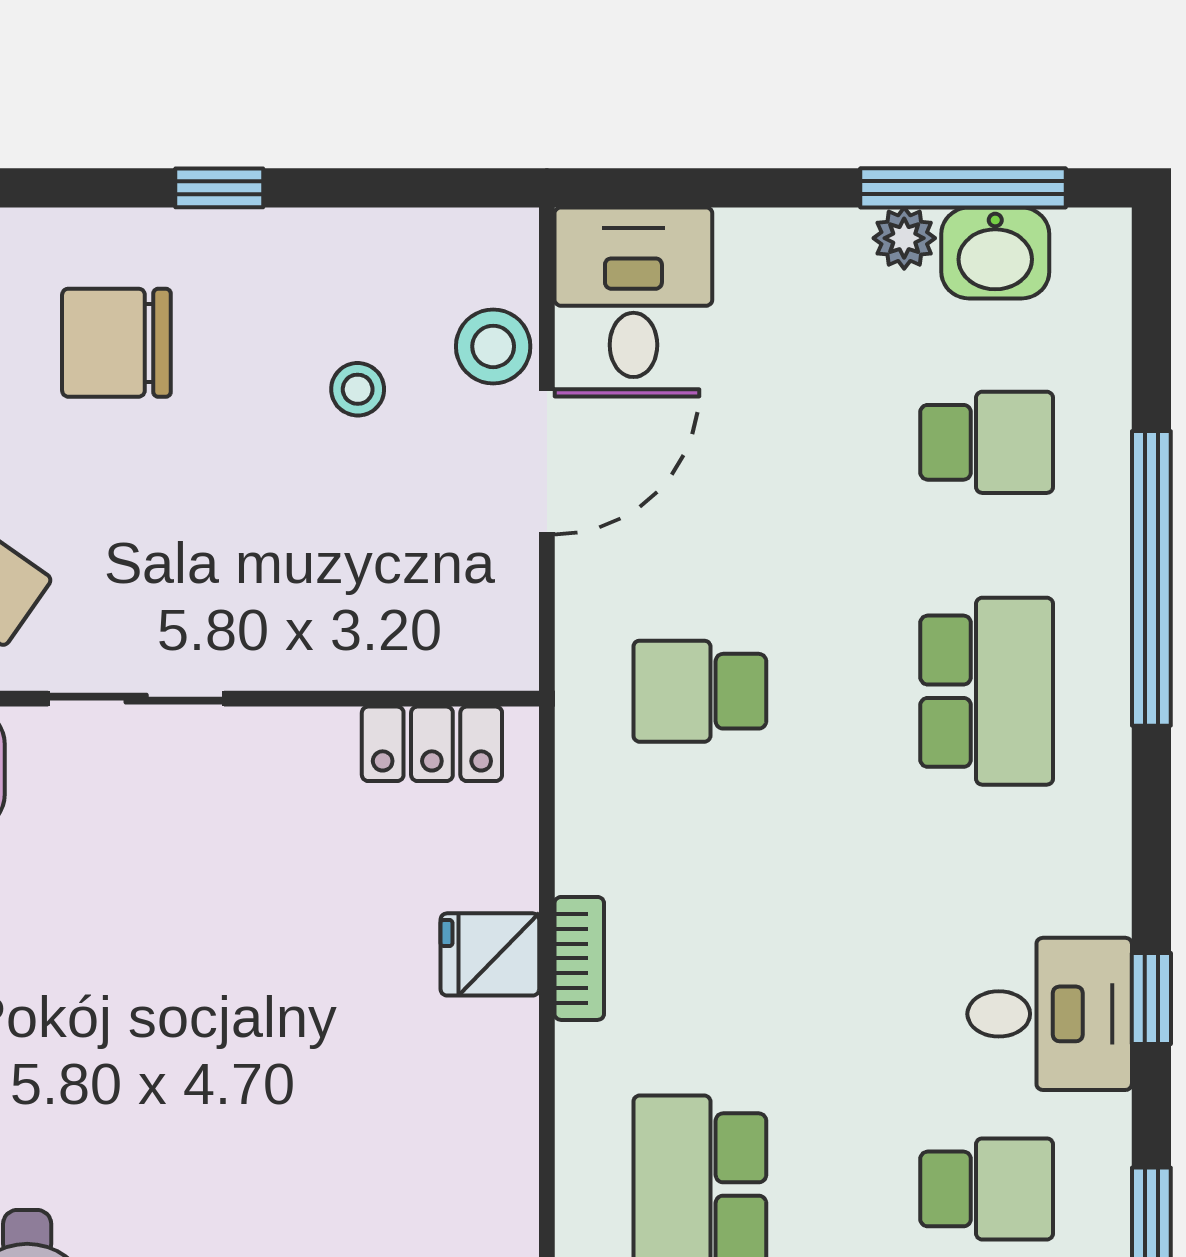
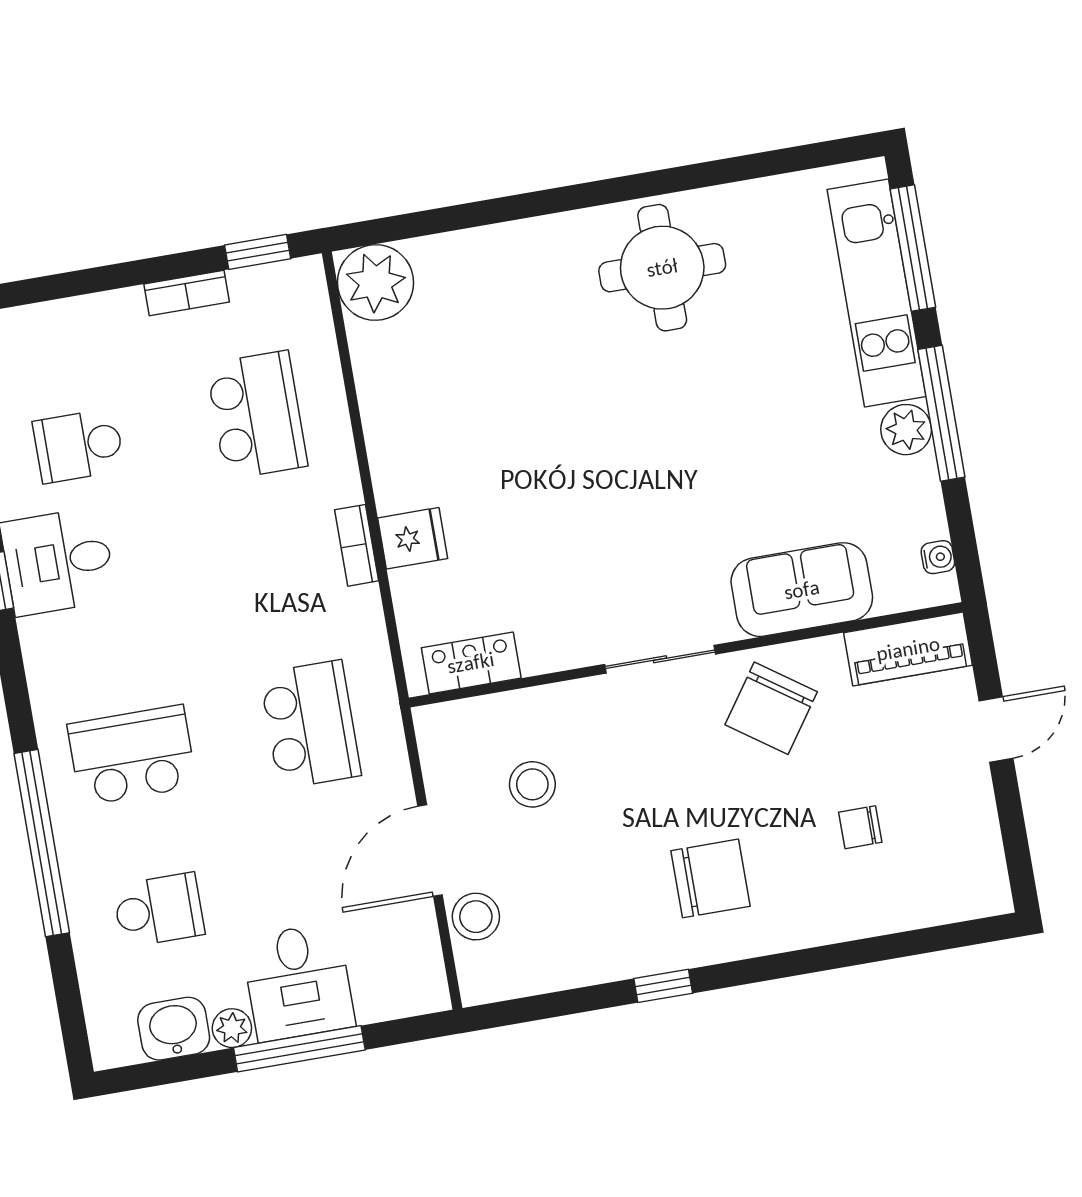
window: (963, 188) -> (299, 1049), moved
desk: (633, 292) -> (298, 982), moved
stool: (358, 389) -> (532, 784), moved, width x1.37, depth x1.37
school desk: (987, 442) -> (159, 910), turned 180
school desk: (700, 691) -> (310, 724), width x1.85
school desk: (987, 691) -> (132, 755), turned 90

